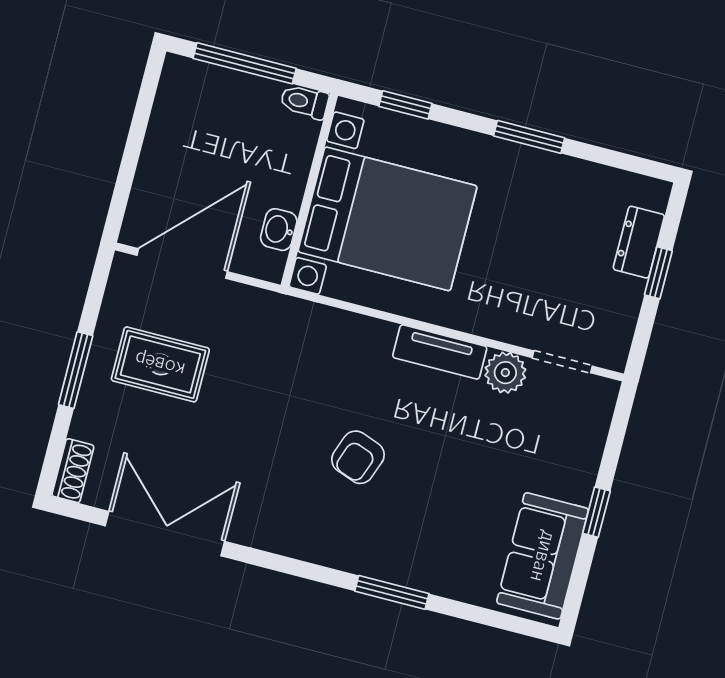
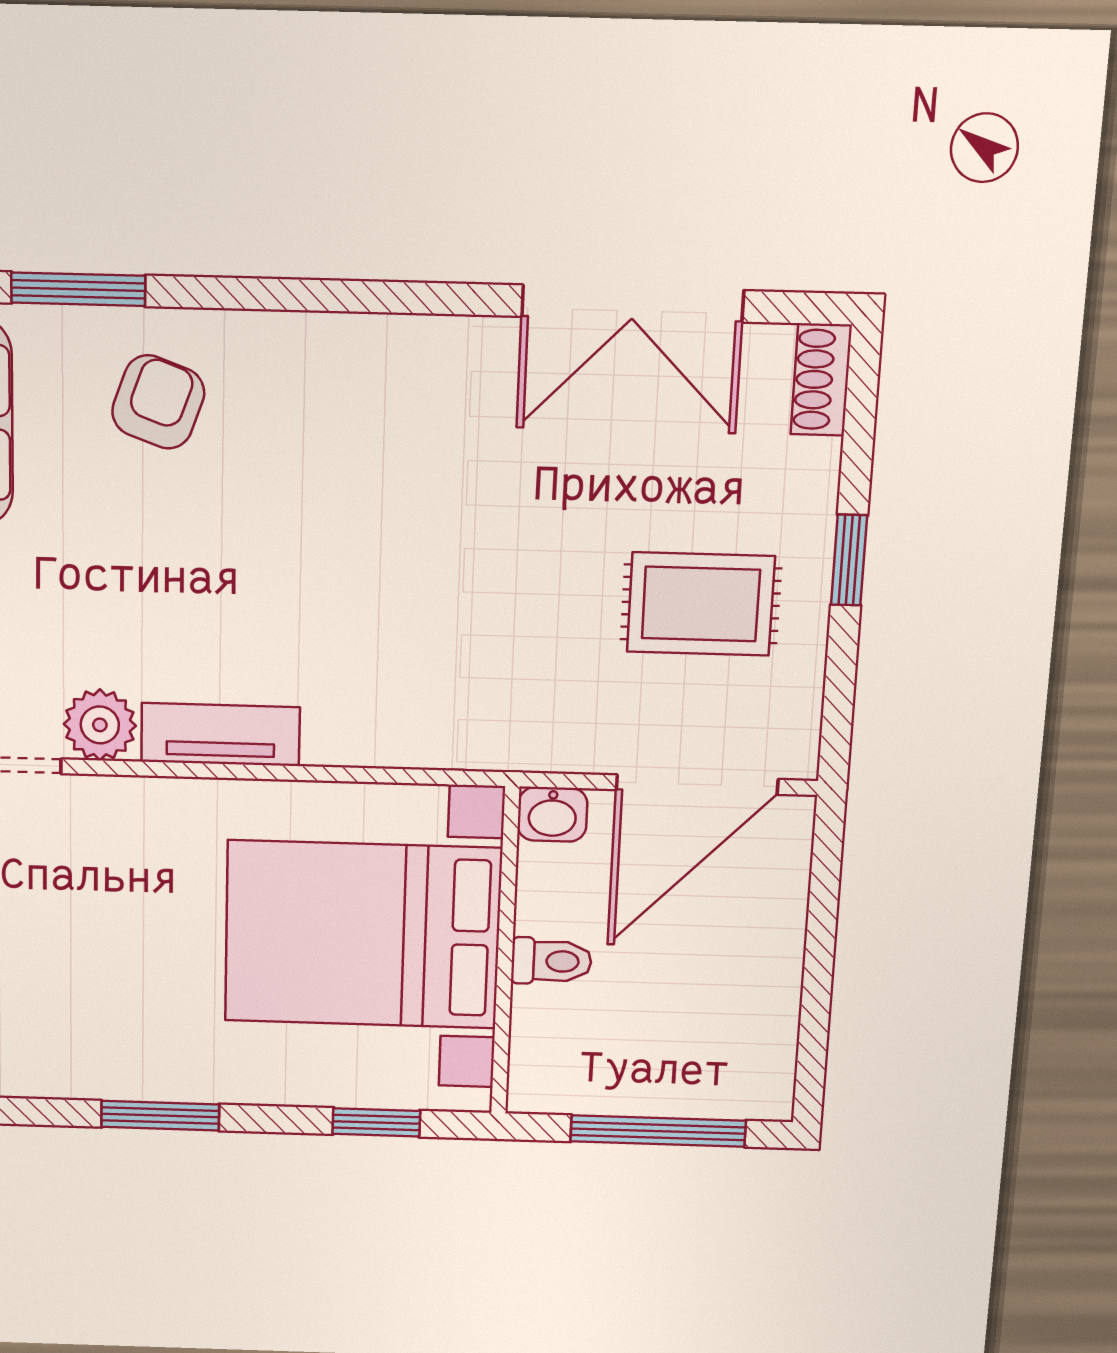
toilet: (304, 102) -> (551, 961), moved
washbasin: (279, 230) -> (552, 814), moved, turned 90
window: (76, 370) -> (849, 560), width x0.67
armchair: (358, 457) -> (158, 402), moved
window: (392, 592) -> (78, 289), moved

